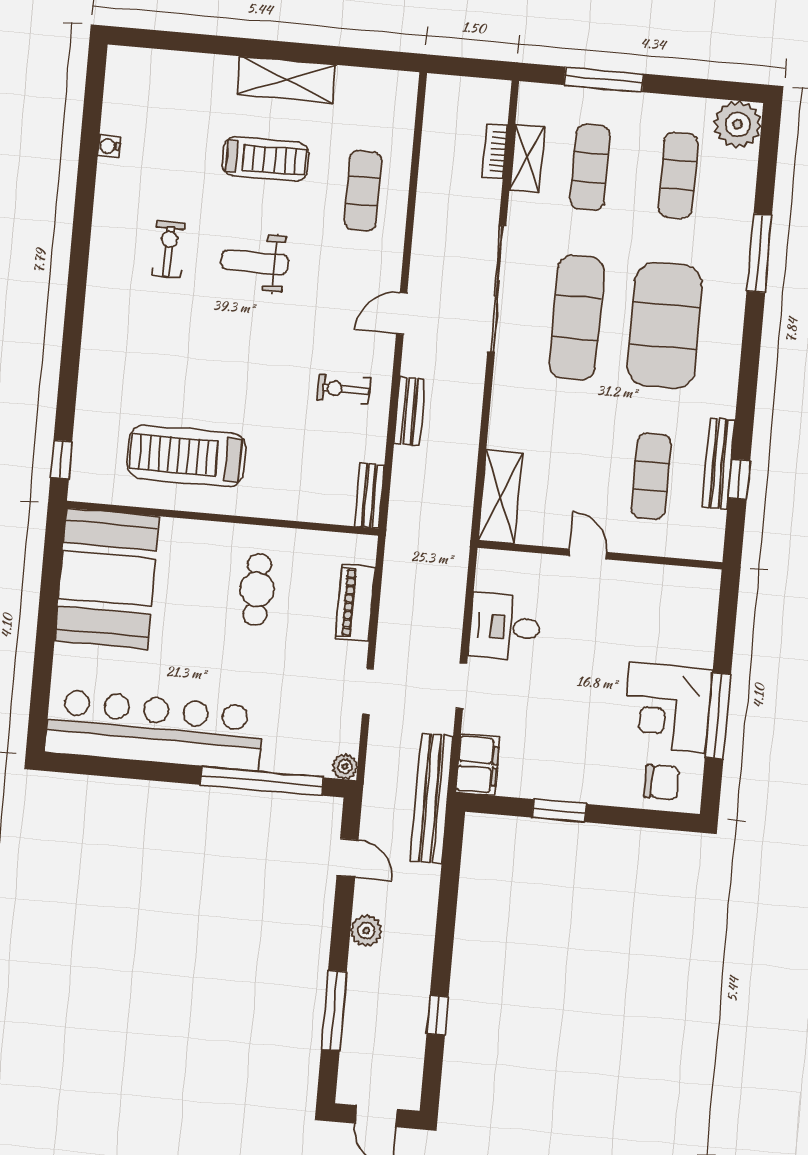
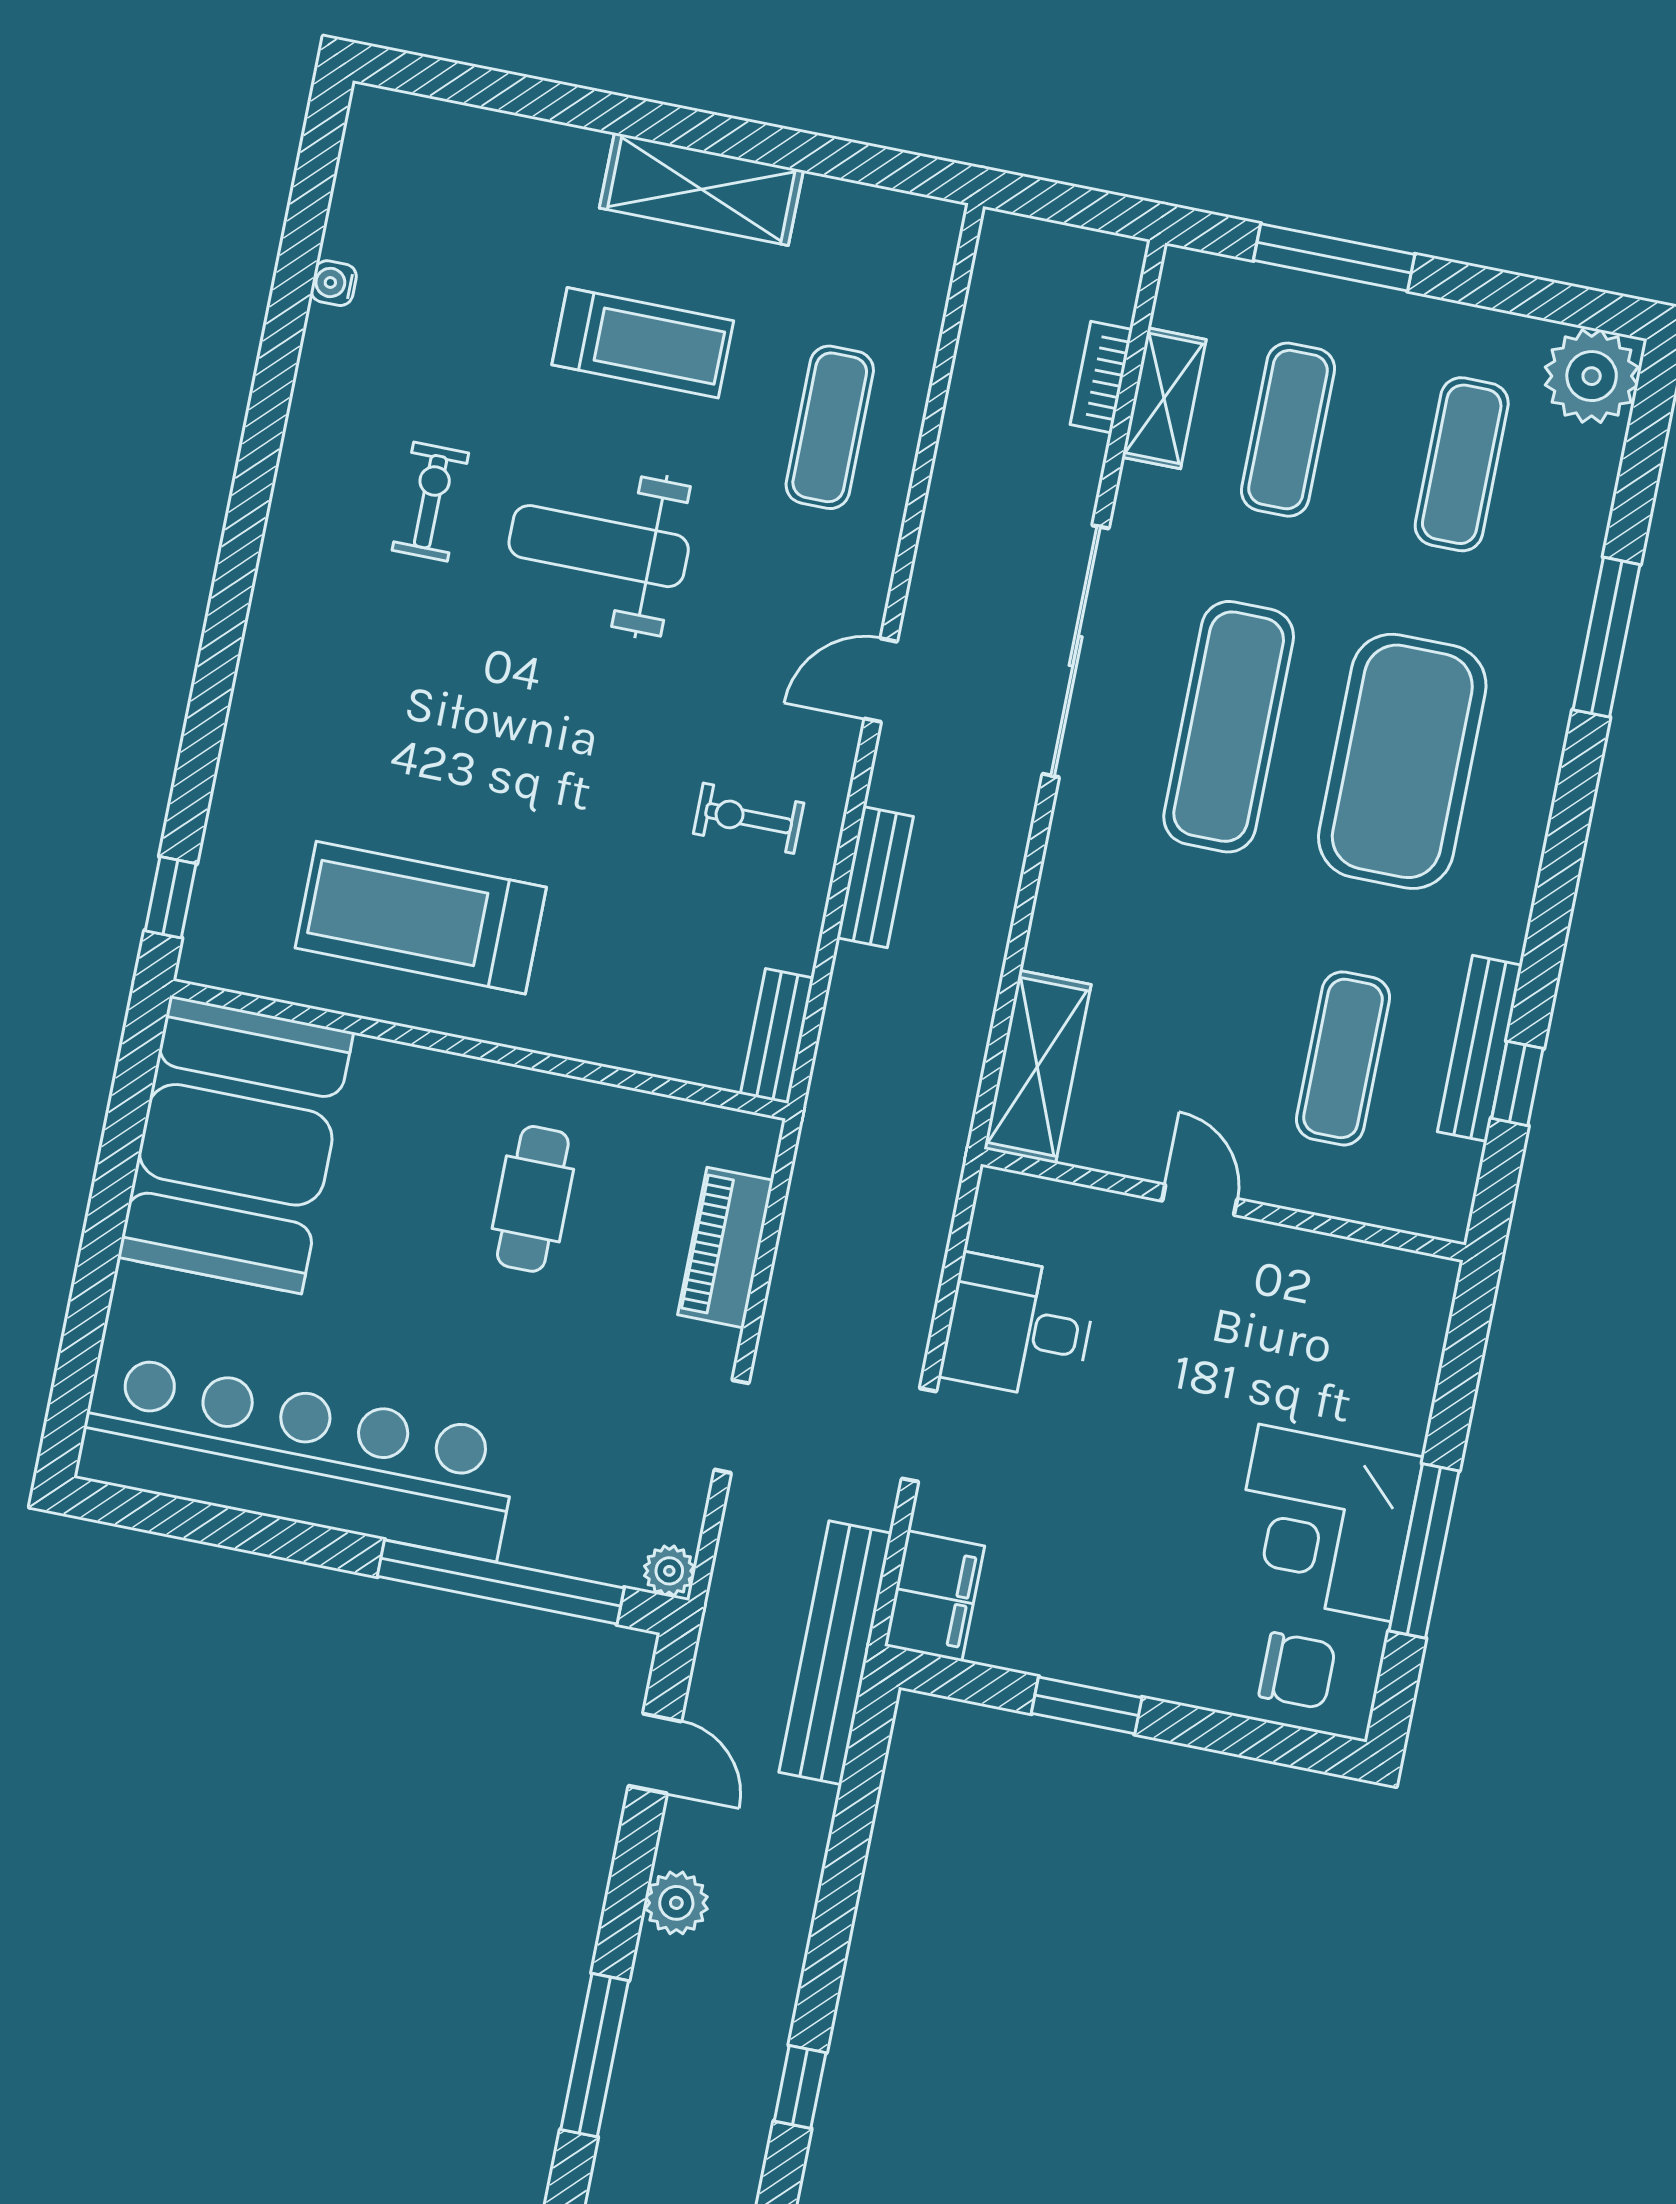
weight bench: (255, 262) -> (599, 546), width x1.36, depth x1.33

